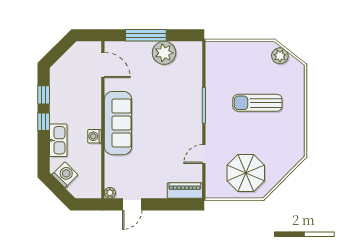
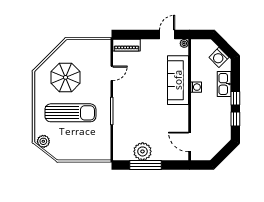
window: (146, 35) -> (146, 165), moved
plant: (280, 56) -> (43, 141), moved
sun lounger: (257, 103) -> (70, 113), width x1.36, depth x1.34
sofa: (118, 123) -> (178, 80), moved
parasol: (246, 173) -> (66, 77), moved

